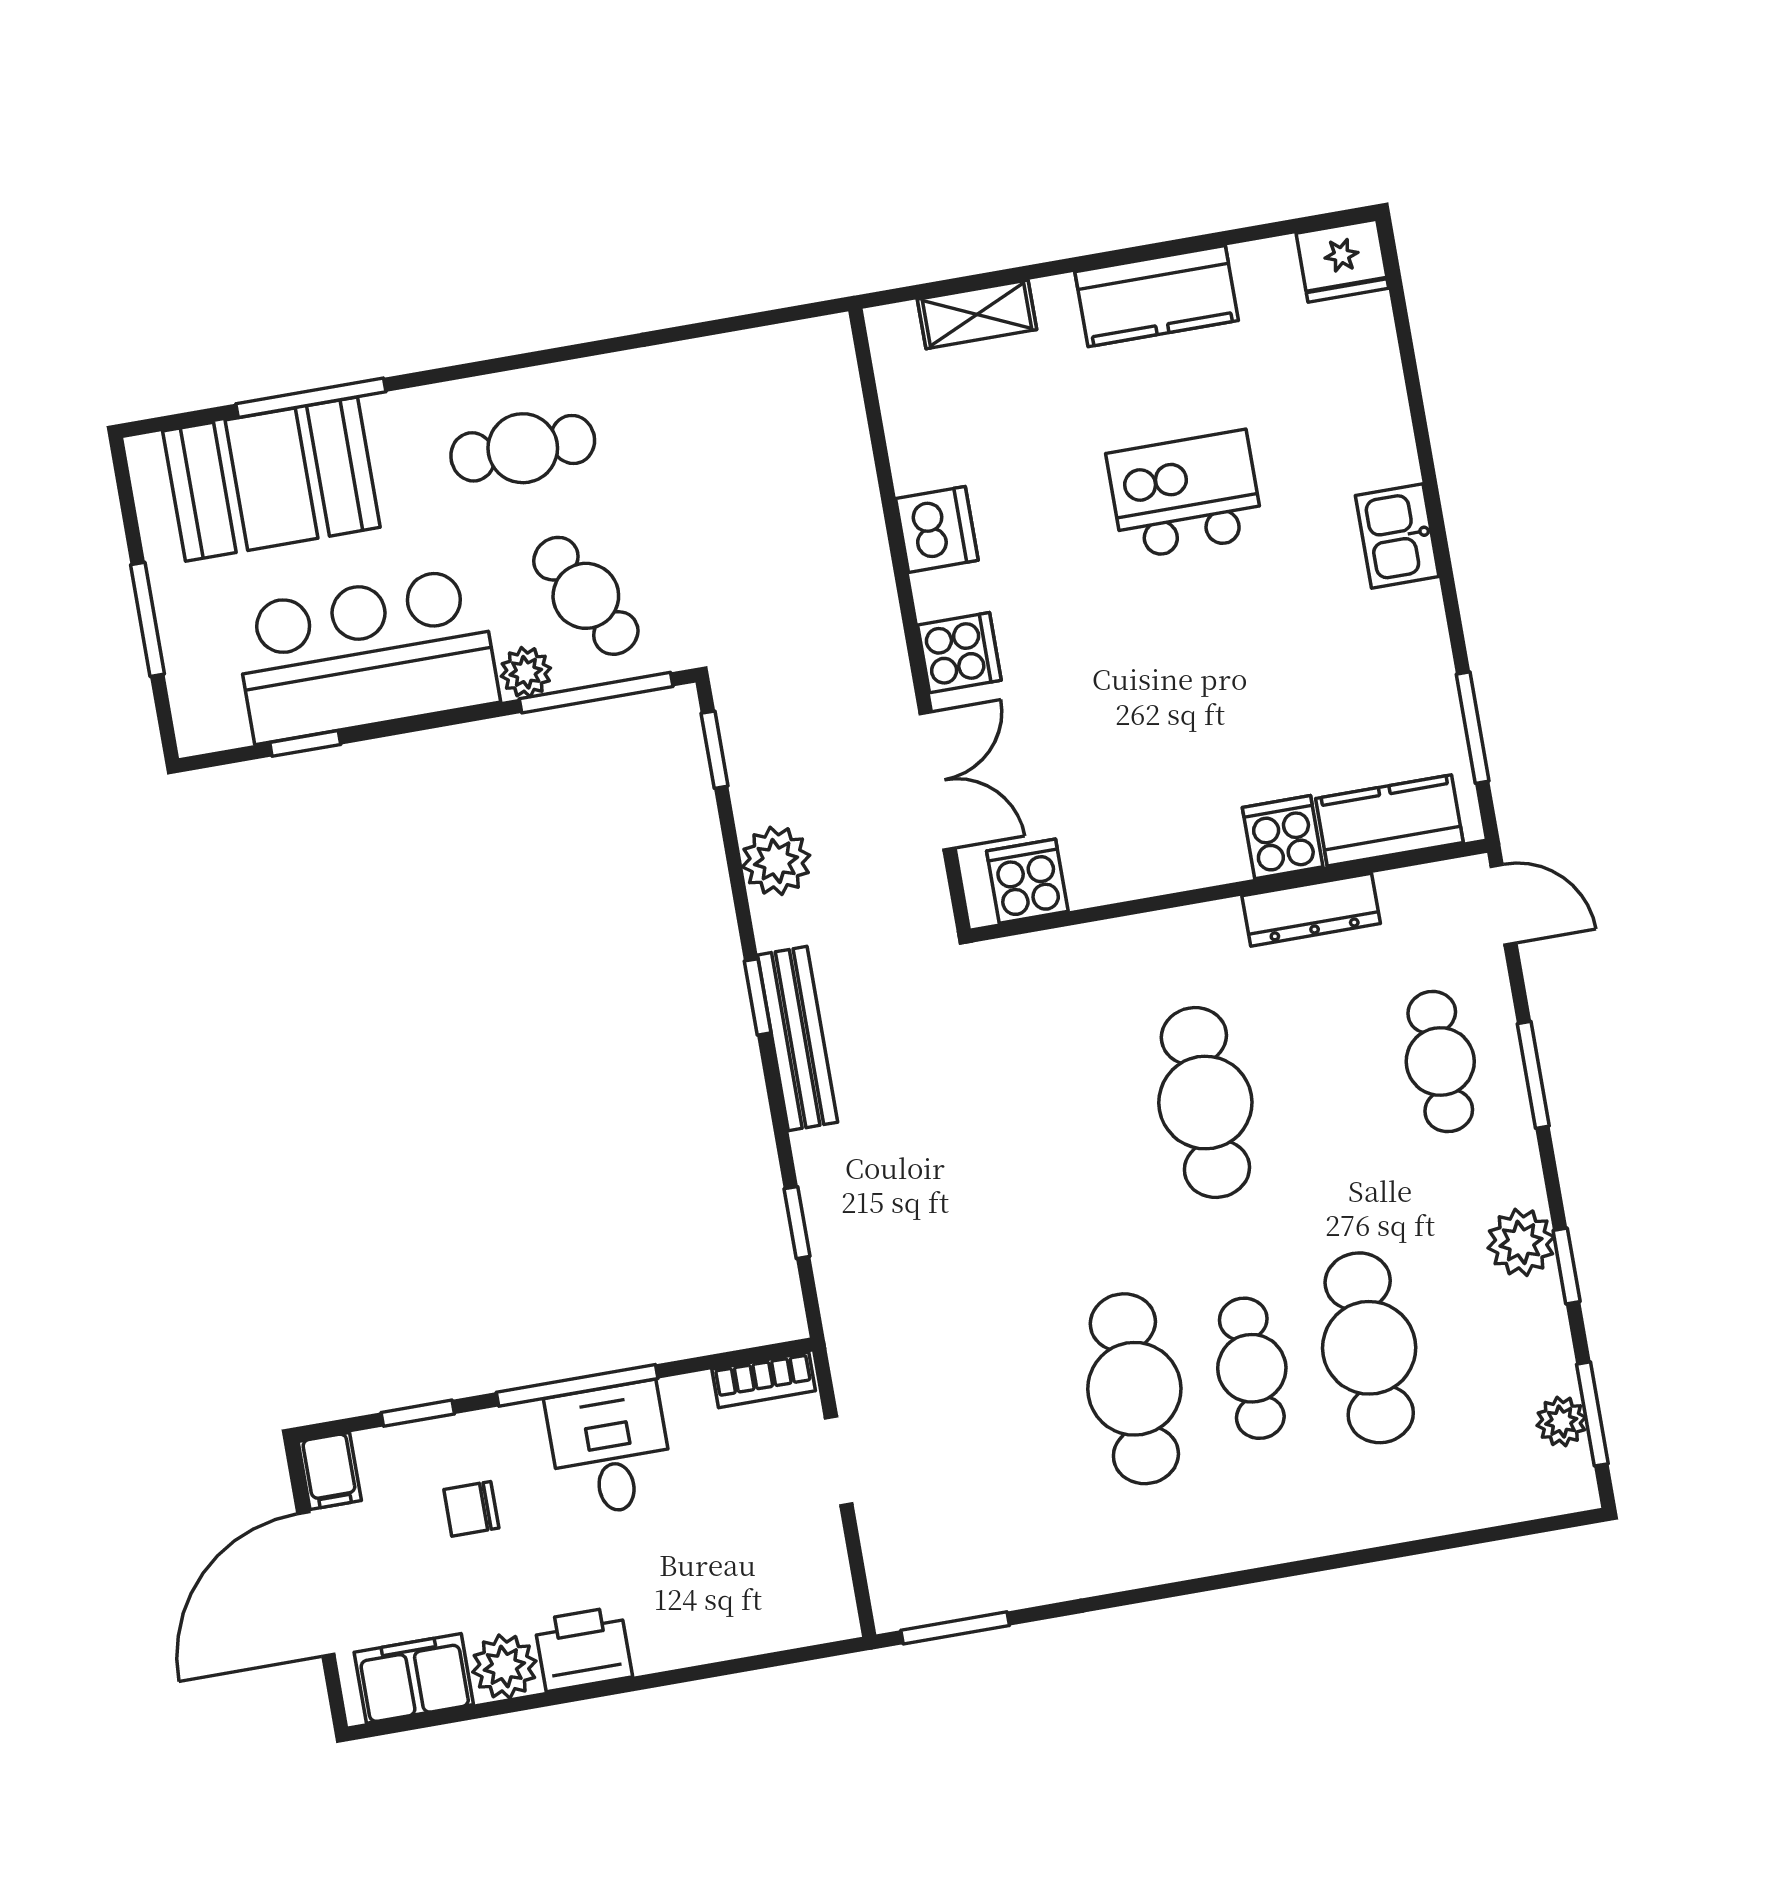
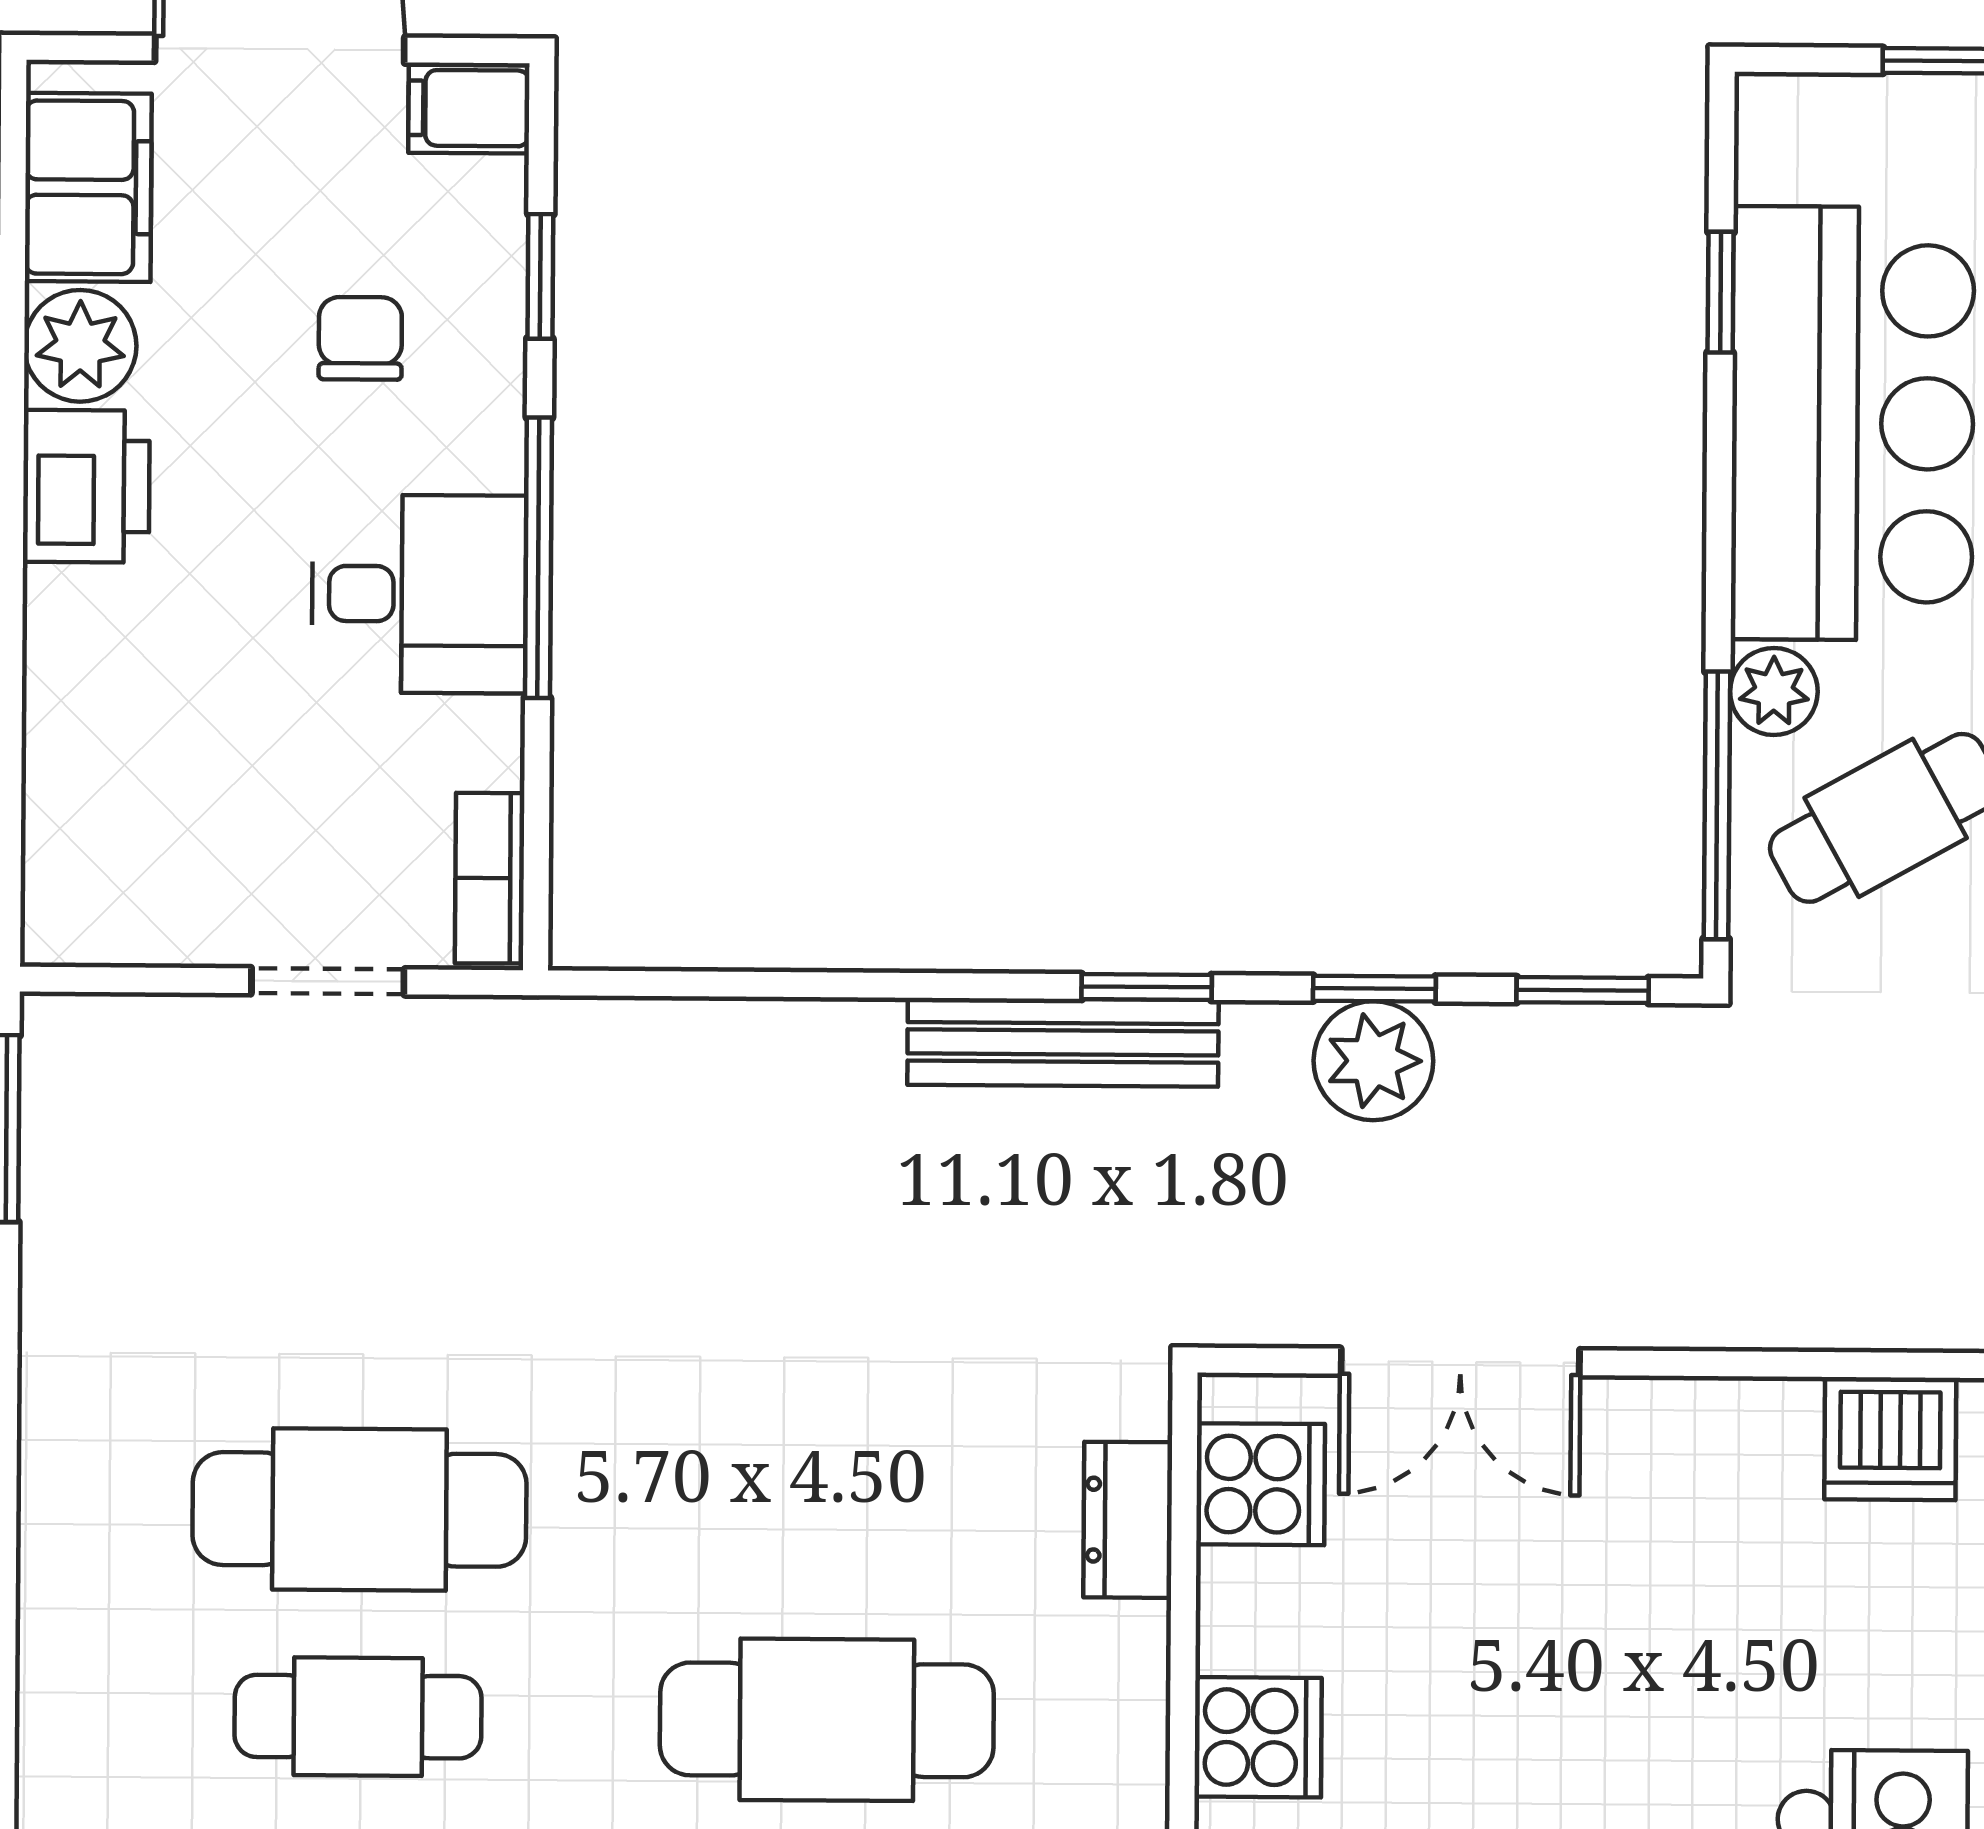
cooker: (959, 653) -> (1258, 1737), moved, turned -90
dresser: (1061, 953) -> (1128, 1520), added
window: (797, 1223) -> (1374, 989), moved

